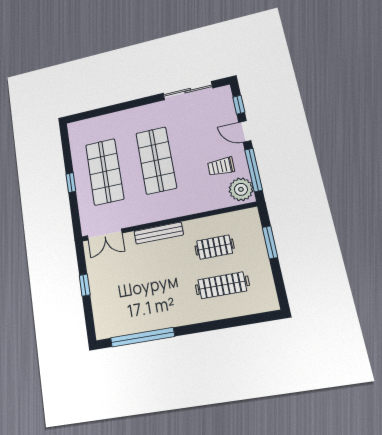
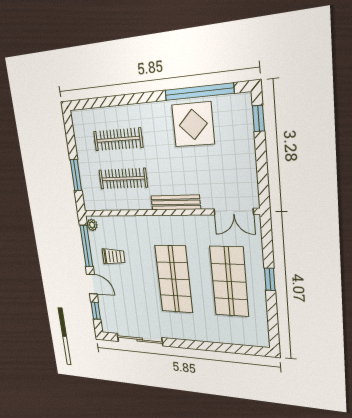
plant: (241, 189) -> (92, 225), width x0.53, depth x0.53
double door: (105, 234) -> (234, 212), swing flipped
clothes rail: (215, 247) -> (123, 179), width x1.36
window: (85, 285) -> (258, 118), moved
display table: (146, 307) -> (193, 124), added

